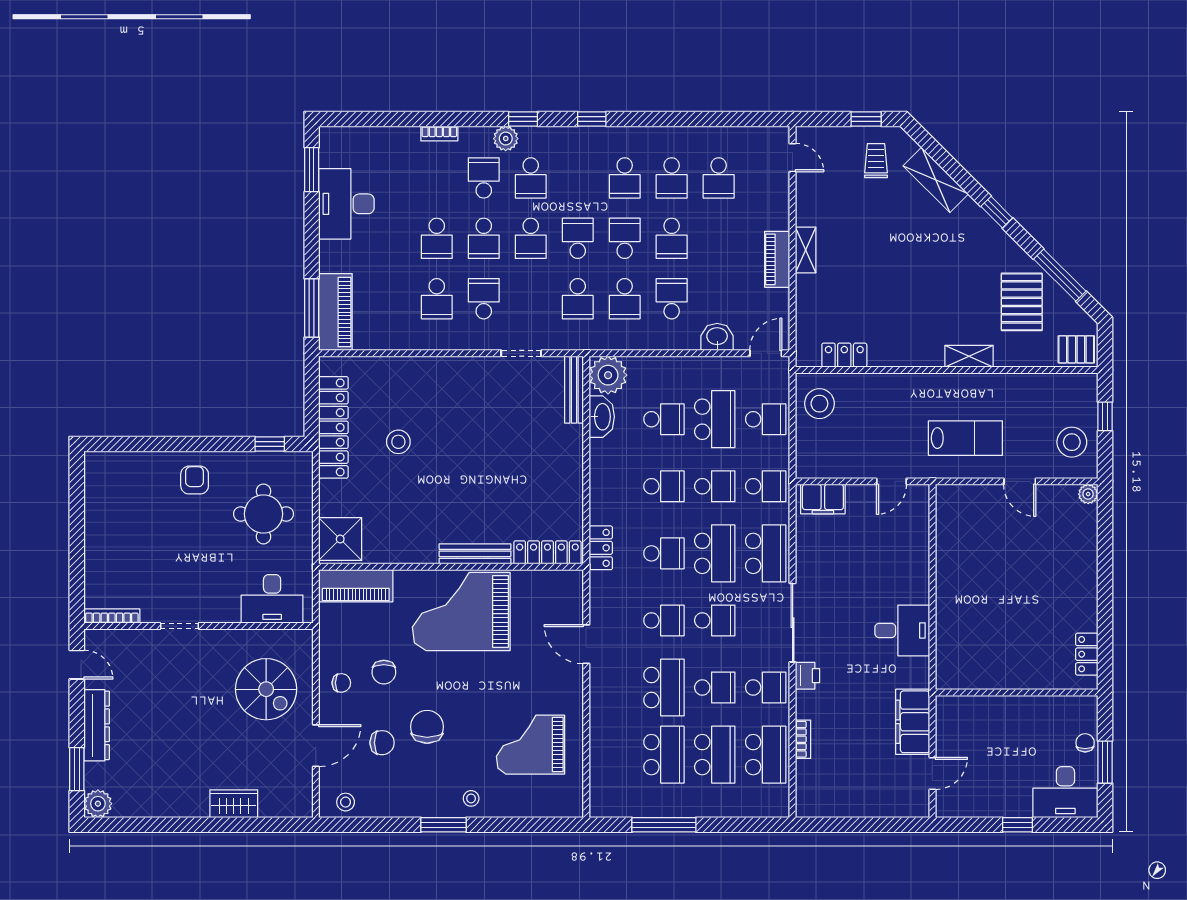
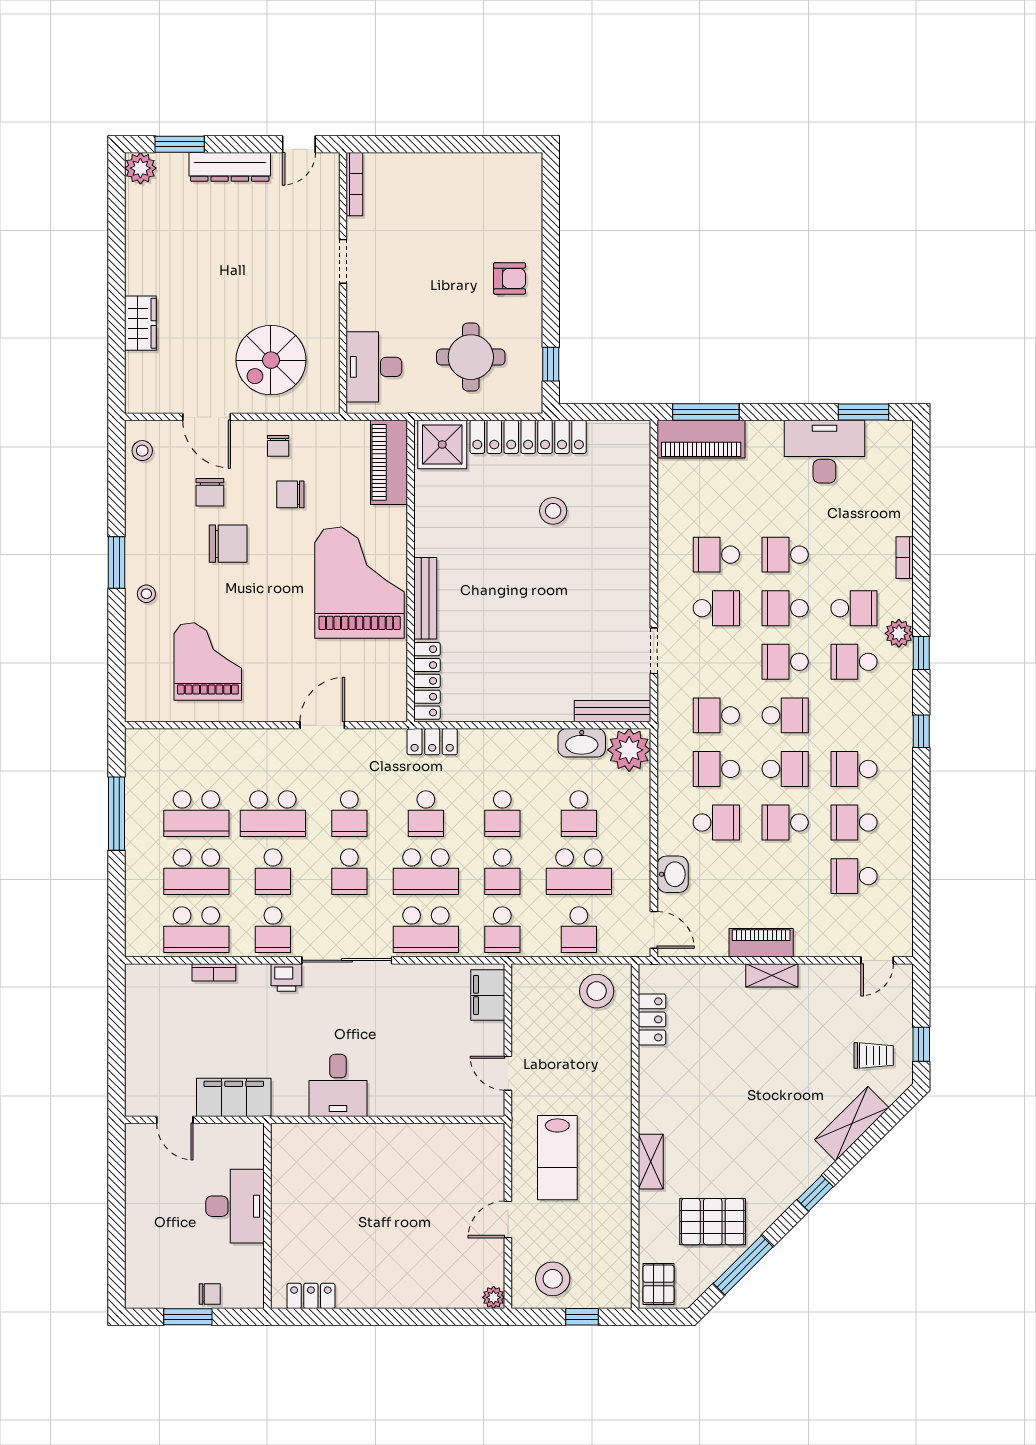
locker: (333, 427) -> (528, 437), moved
desk: (1065, 792) -> (235, 1206), moved, turned 180
window: (1017, 825) -> (116, 1217), removed

